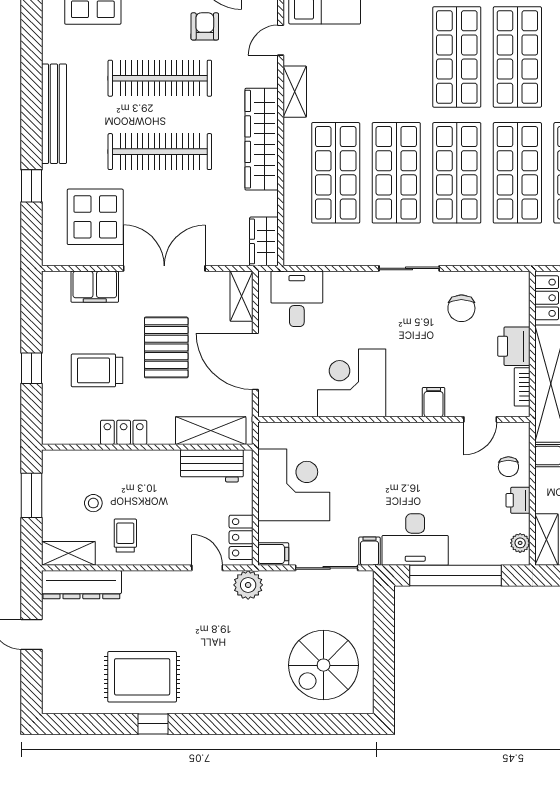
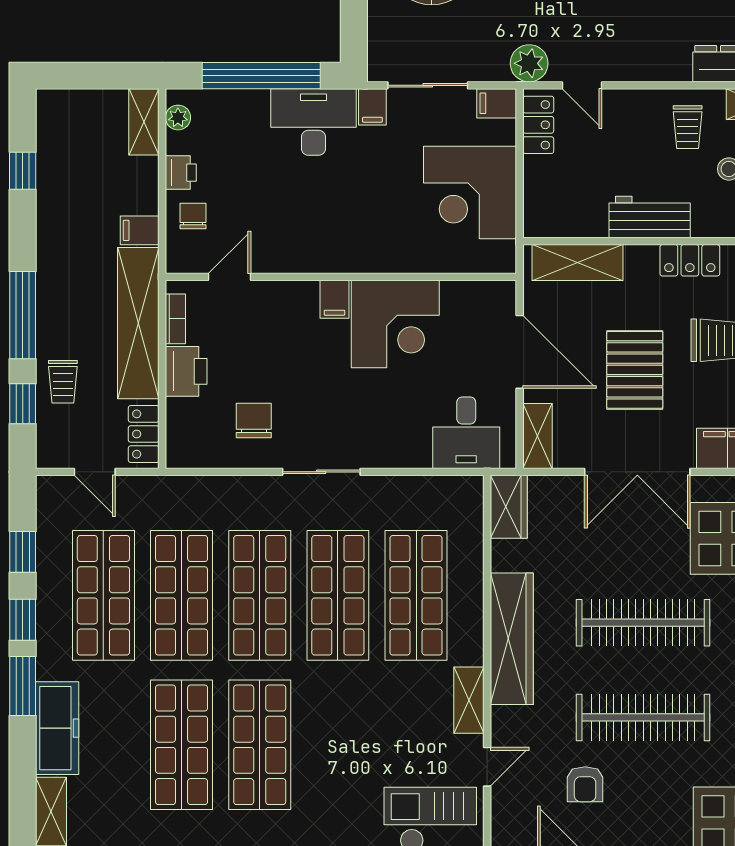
filing cabinet: (434, 402) -> (335, 299), moved
workbench: (212, 466) -> (650, 217), moved

